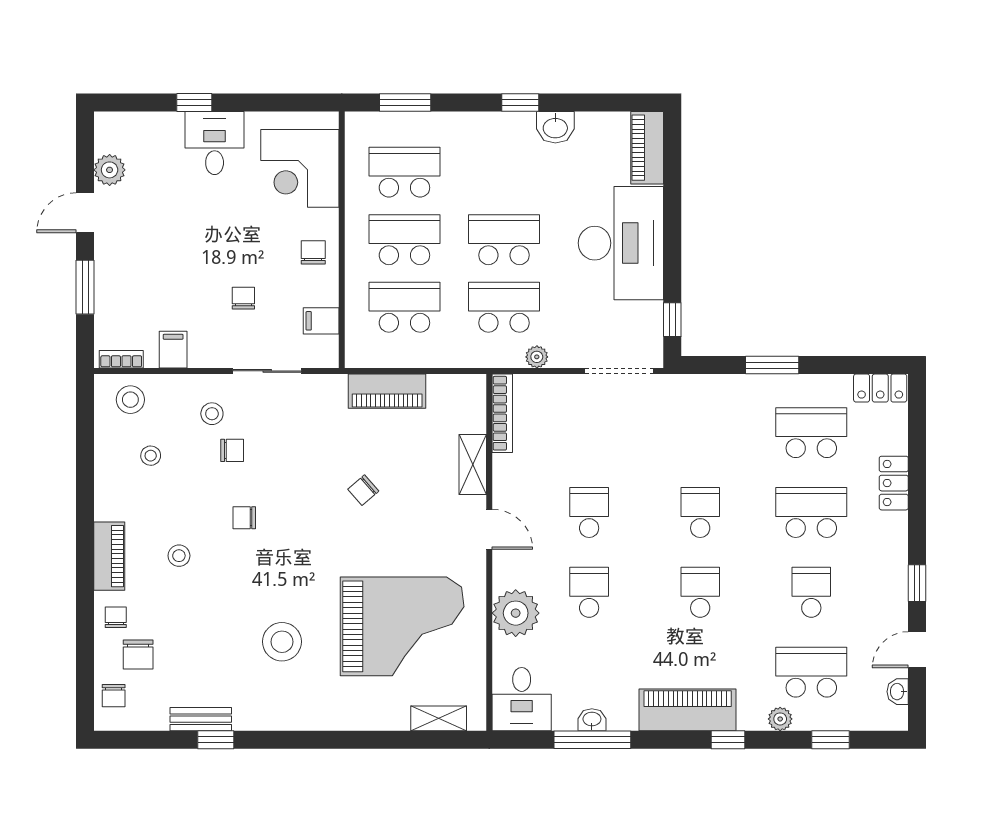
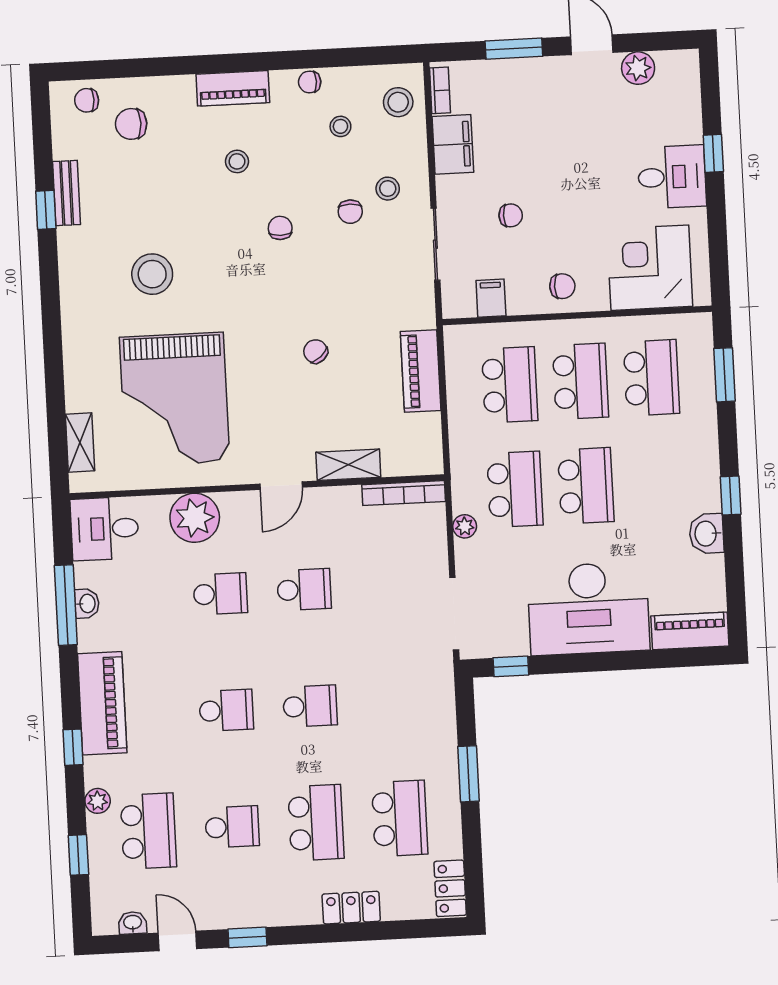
filing cabinet: (173, 350) -> (453, 144), width x2.00
chair: (116, 617) -> (310, 82), moved, turned 180

